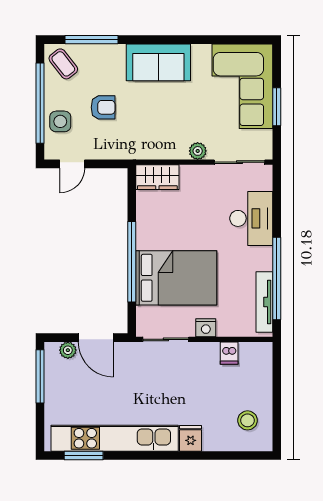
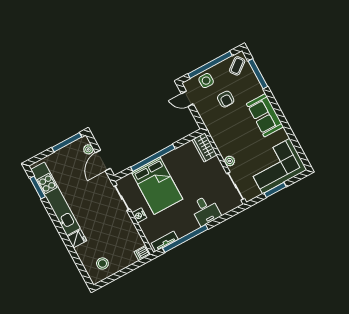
desk: (251, 218) -> (206, 210), width x0.73
tv unit: (264, 302) -> (165, 241), width x0.71
dishwasher: (229, 353) -> (142, 253), moved

